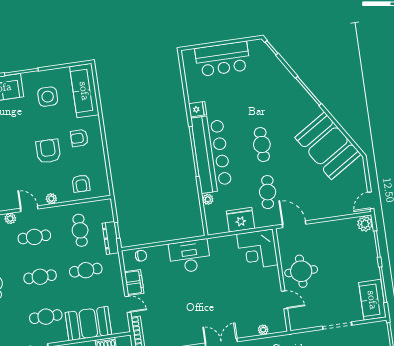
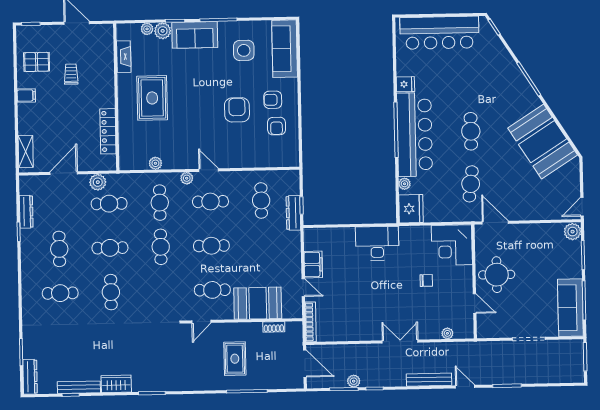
bar counter: (223, 59) -> (439, 33), width x1.36
armchair: (81, 183) -> (276, 126), moved
plant: (51, 199) -> (234, 162), removed
fridge: (240, 220) -> (411, 209), moved, turned 90
chair: (141, 256) -> (426, 280), moved
cafe table: (86, 270) -> (262, 245), removed
sofa: (372, 300) -> (570, 308), width x1.36

